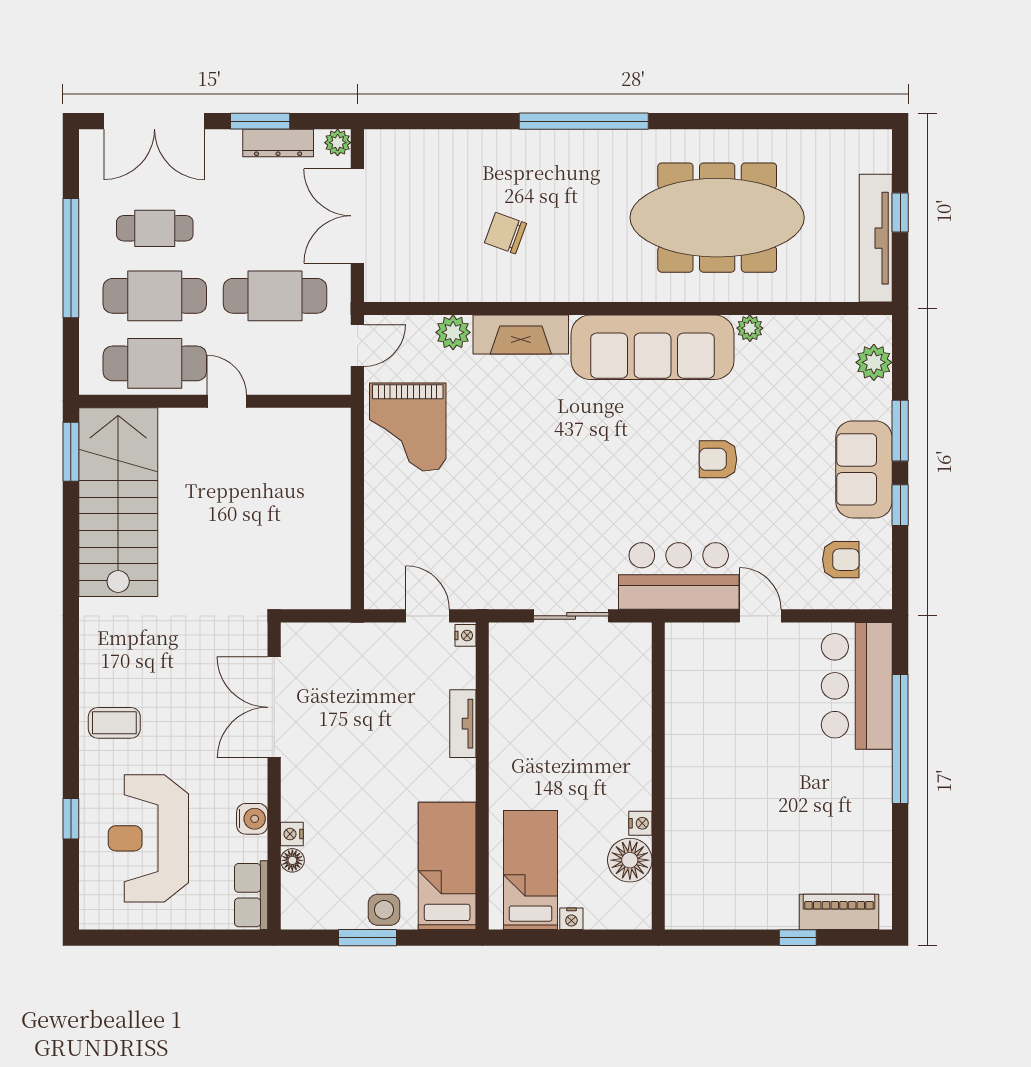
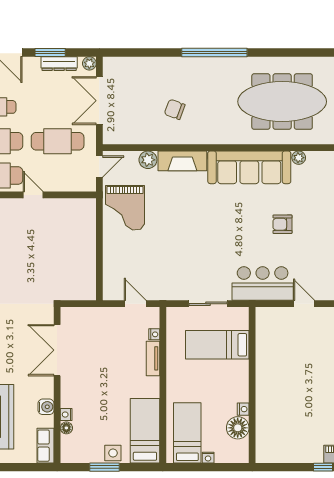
nightstand: (465, 635) -> (154, 334), moved
bed: (590, 697) -> (217, 345), added

